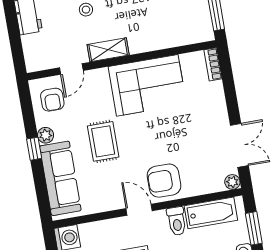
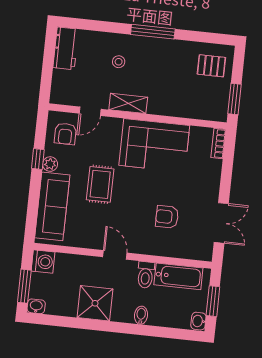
window: (34, 149) -> (38, 159), moved
armchair: (164, 181) -> (167, 217), moved, width x0.72, depth x0.72
plant: (232, 182) -> (206, 254), removed

